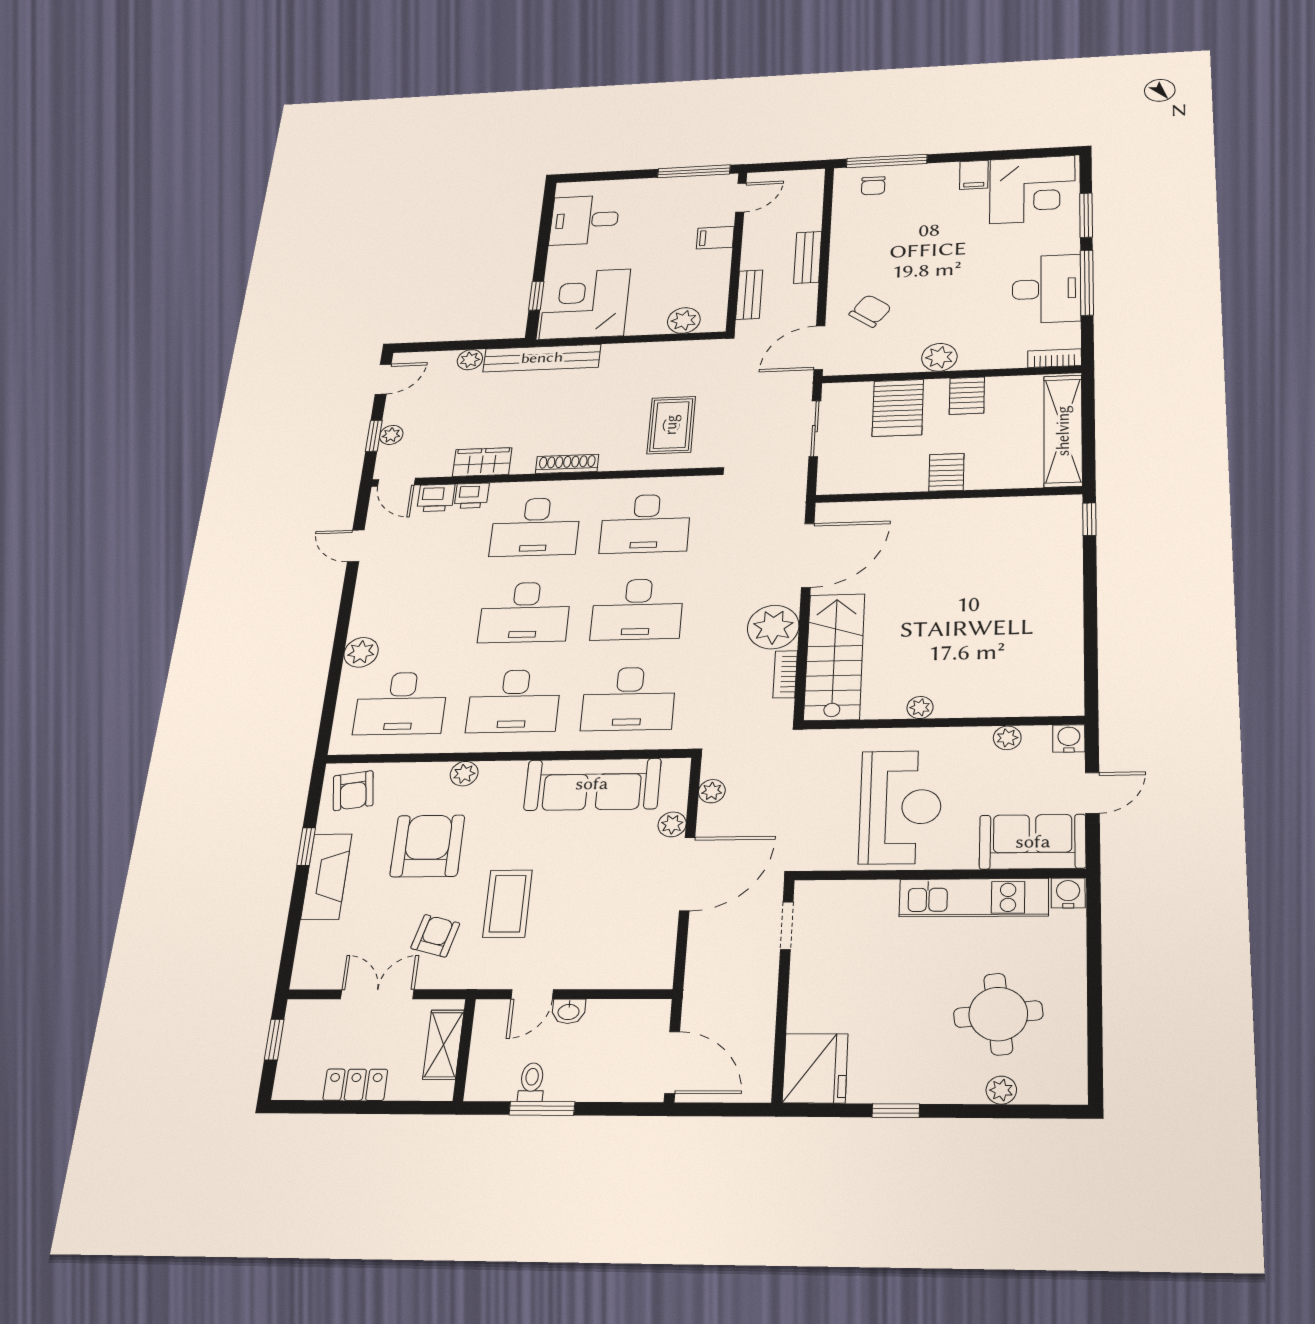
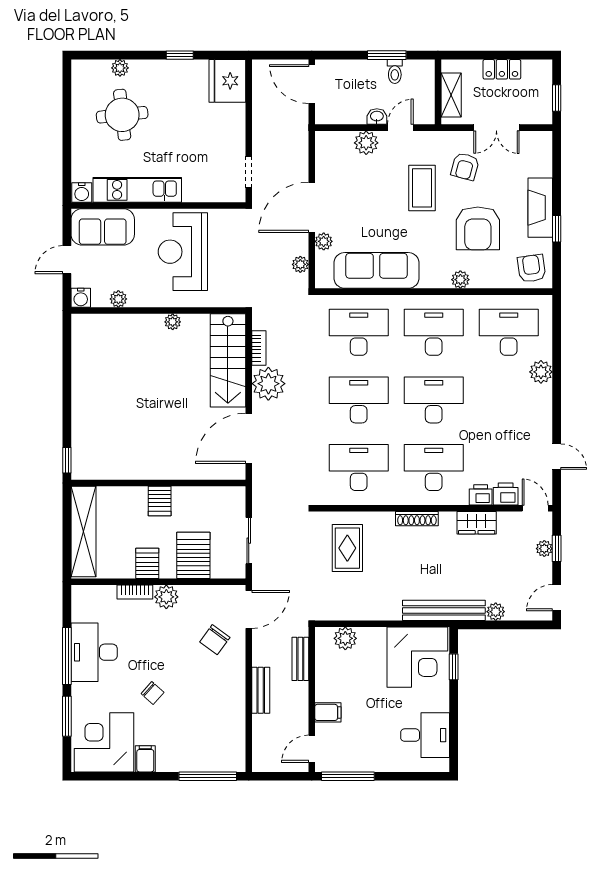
chair: (873, 186) -> (153, 693), moved, turned 132
bookcase: (1055, 358) -> (135, 592), moved
plant: (590, 971) -> (366, 143), added

